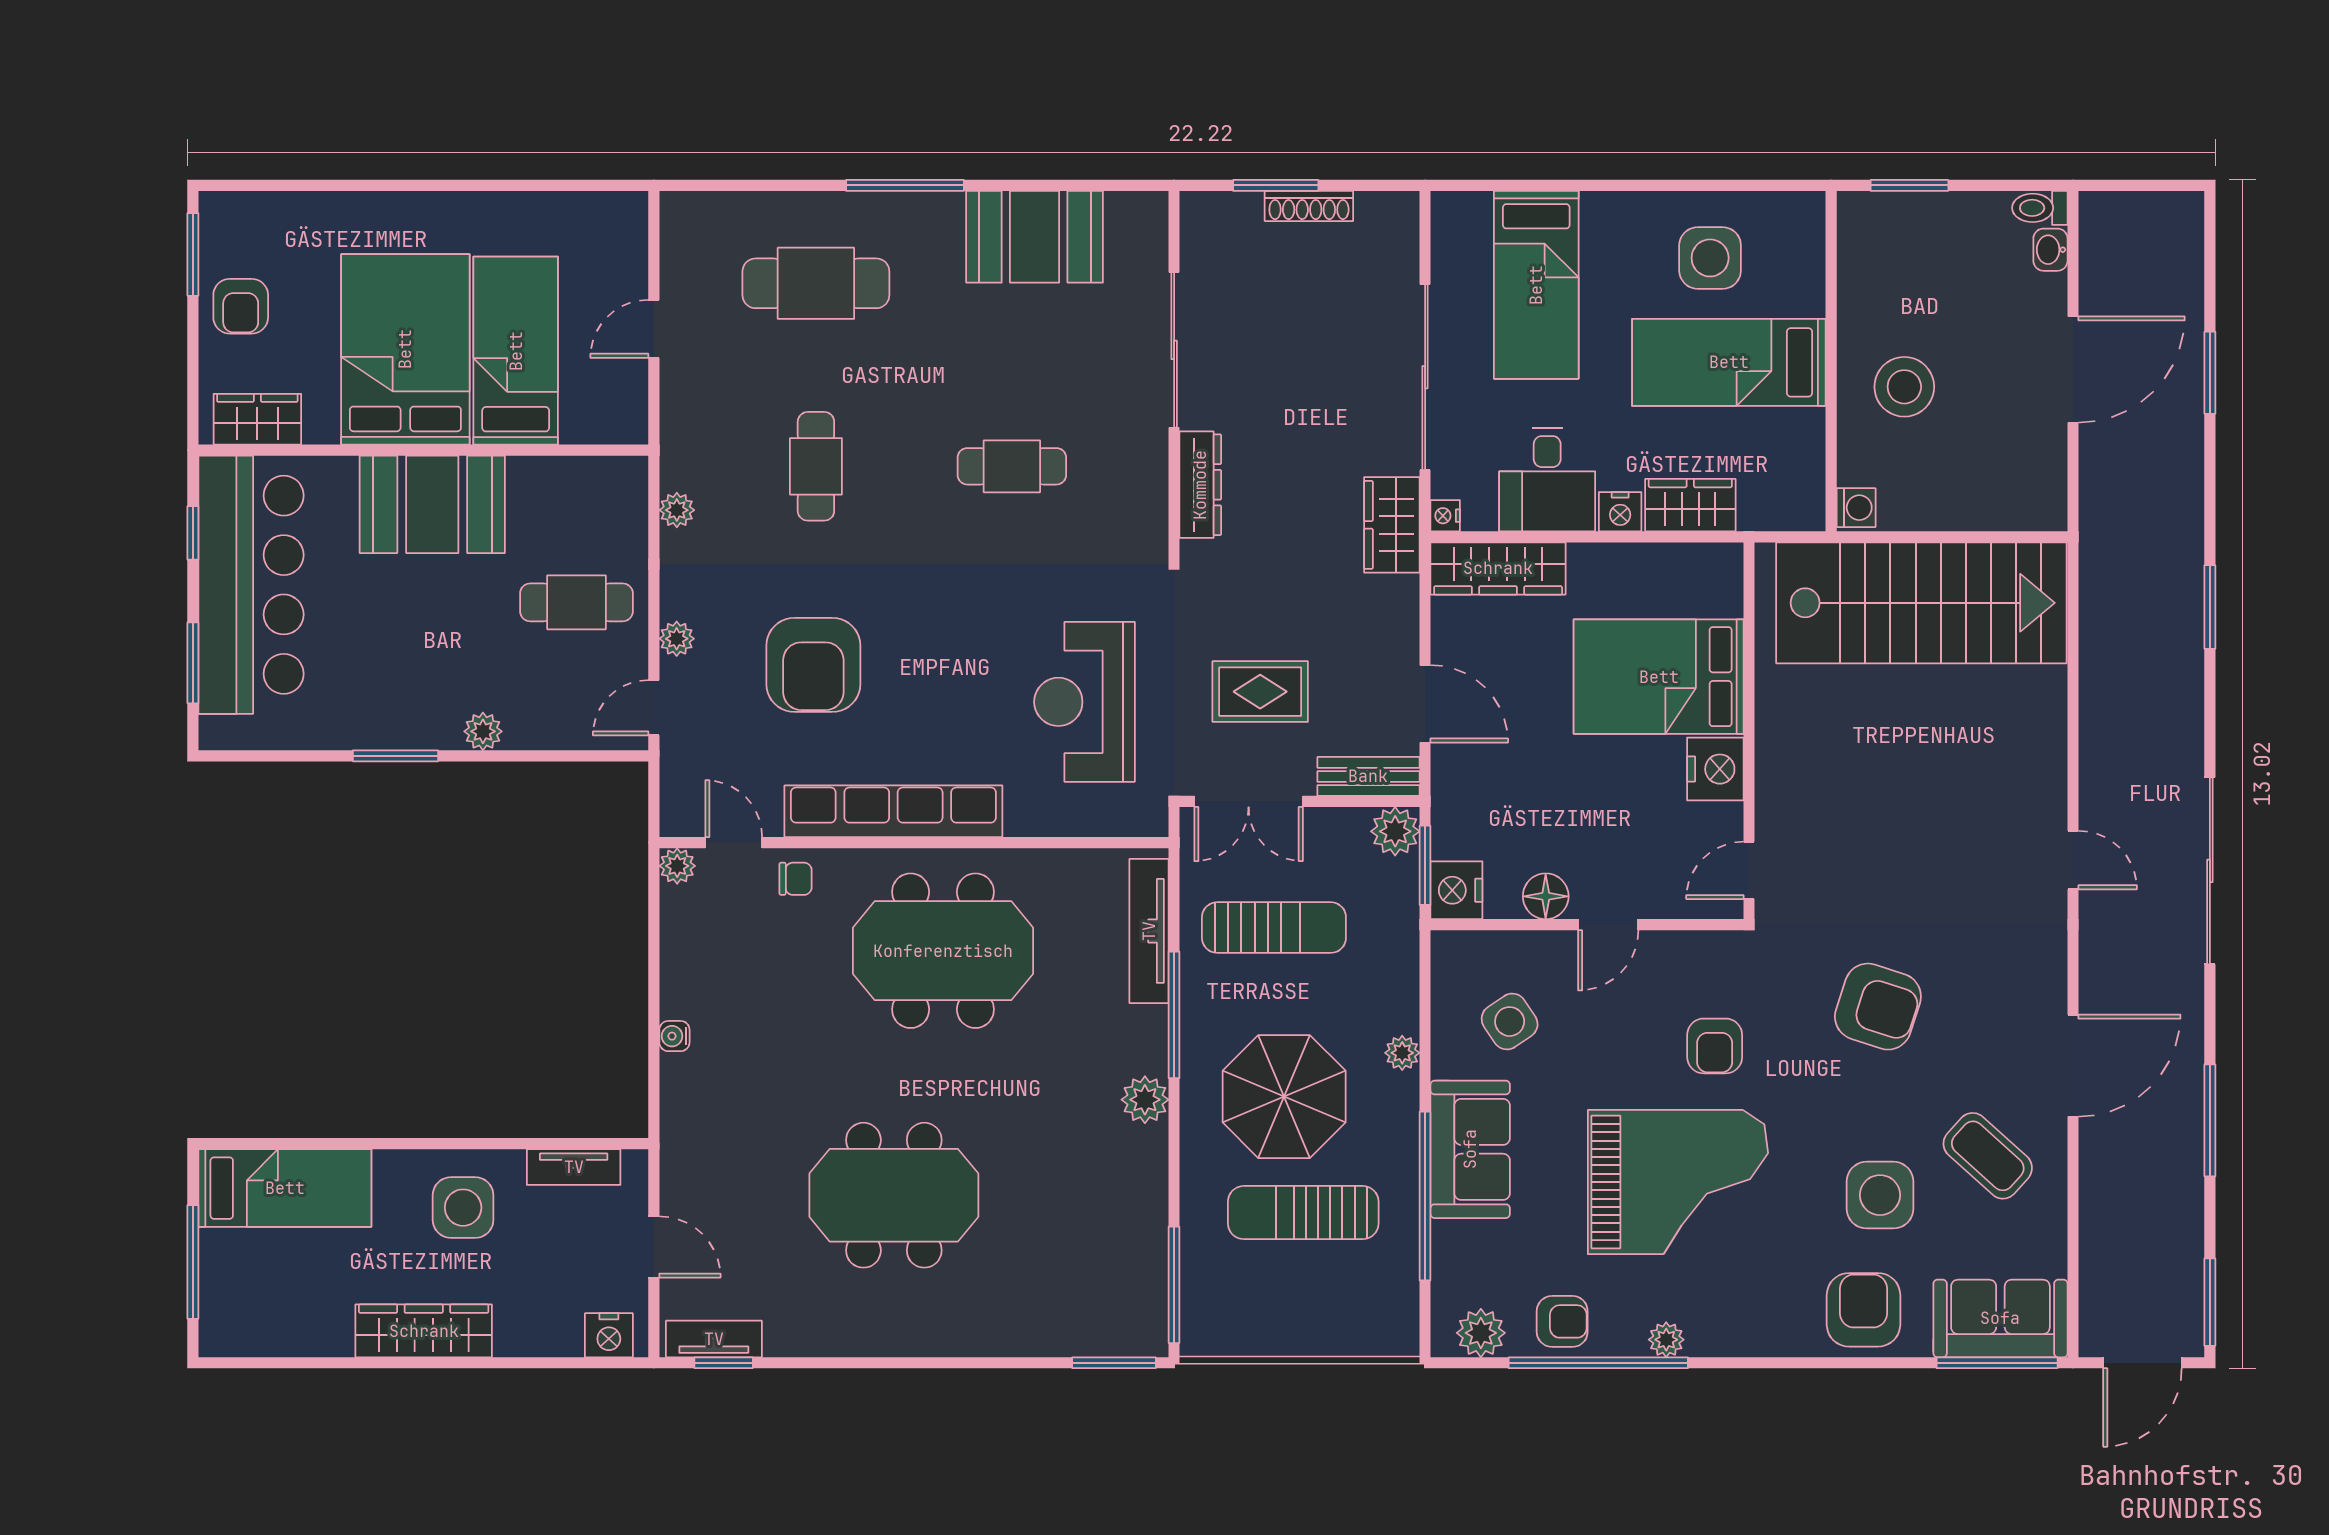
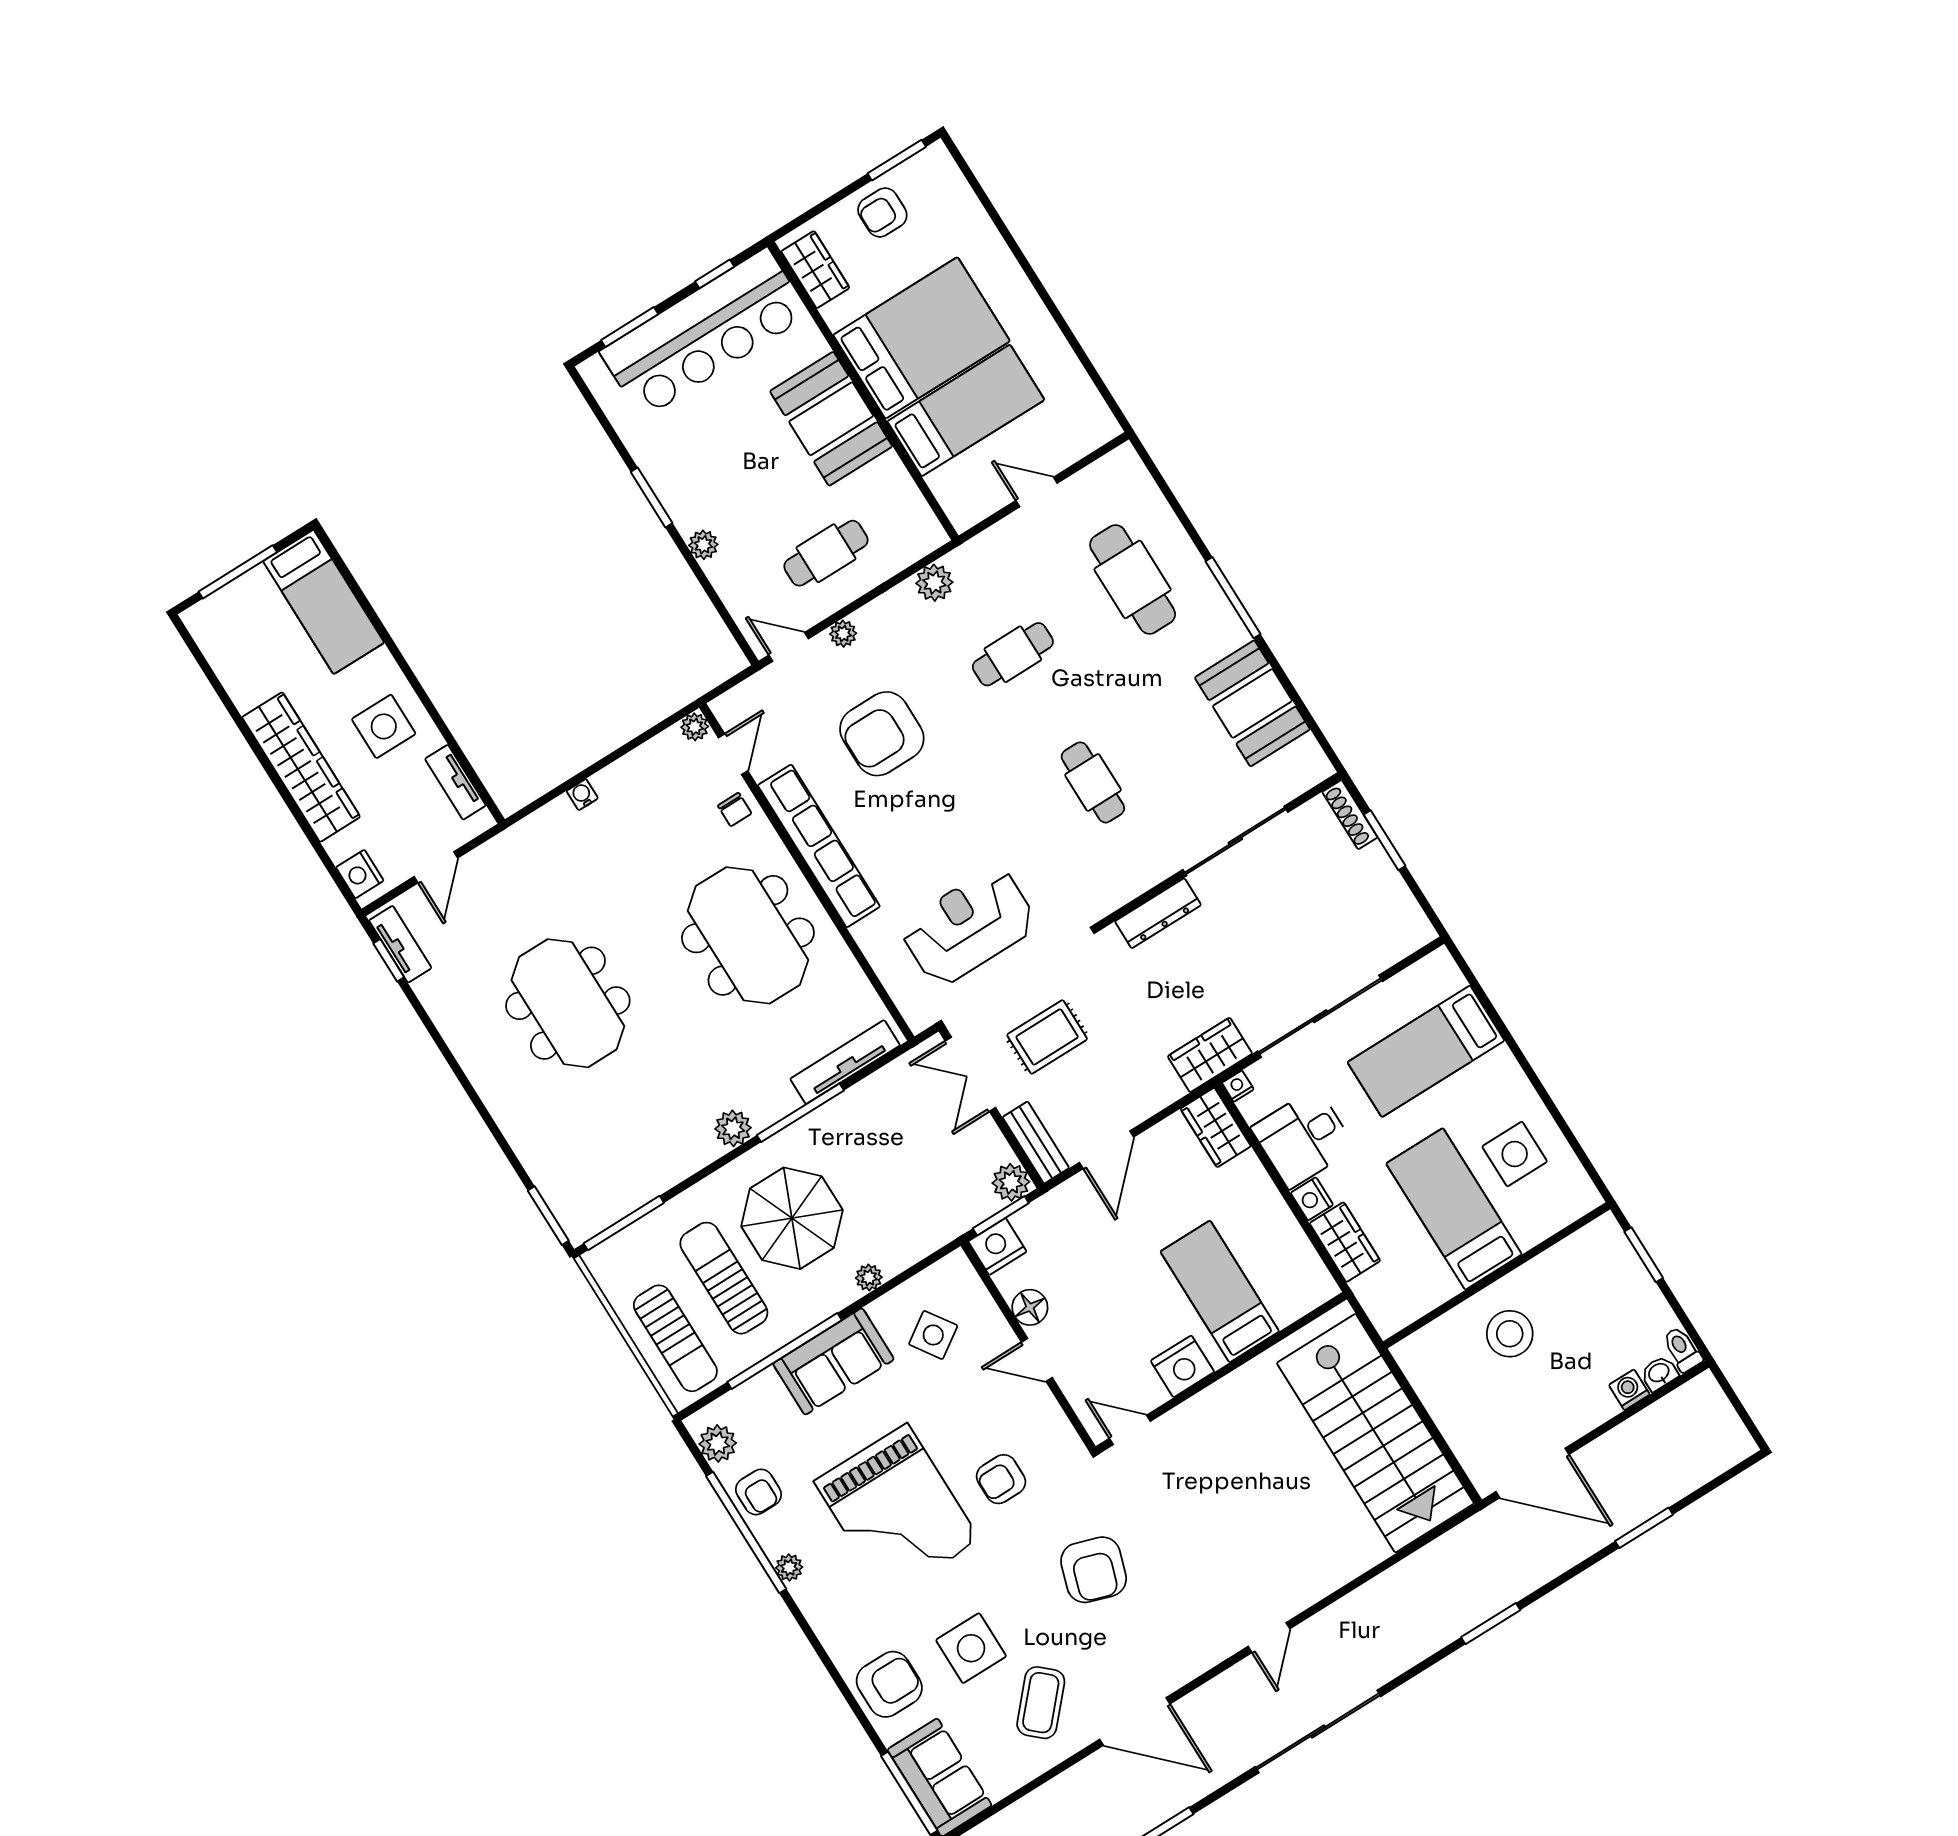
shoe rack: (1309, 206) -> (1350, 815), moved
door: (2073, 369) -> (1532, 1473), moved
washing machine: (1856, 508) -> (1629, 1390), moved, turned 180
plant: (677, 510) -> (934, 583), width x1.38, depth x1.38
wardrobe: (1498, 568) -> (1216, 1127), width x0.67
cafe table: (576, 602) -> (826, 553), turned 90
bed: (1659, 677) -> (1220, 1291), width x0.67
rug: (1260, 692) -> (1047, 1037), turned 90
sun lounger: (1274, 928) -> (675, 1338), moved
wardrobe: (424, 1331) -> (301, 767), width x1.40, depth x1.17

